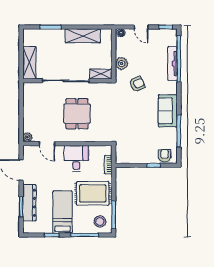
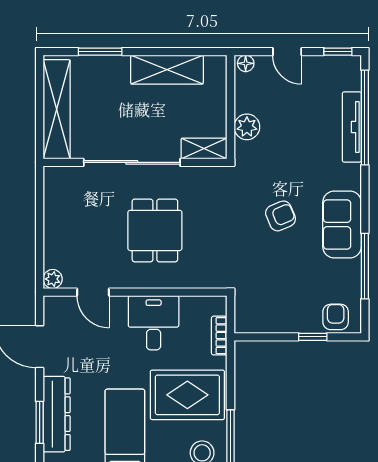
shelving: (29, 63) -> (57, 109), width x1.47
armchair: (137, 84) -> (281, 216), moved

